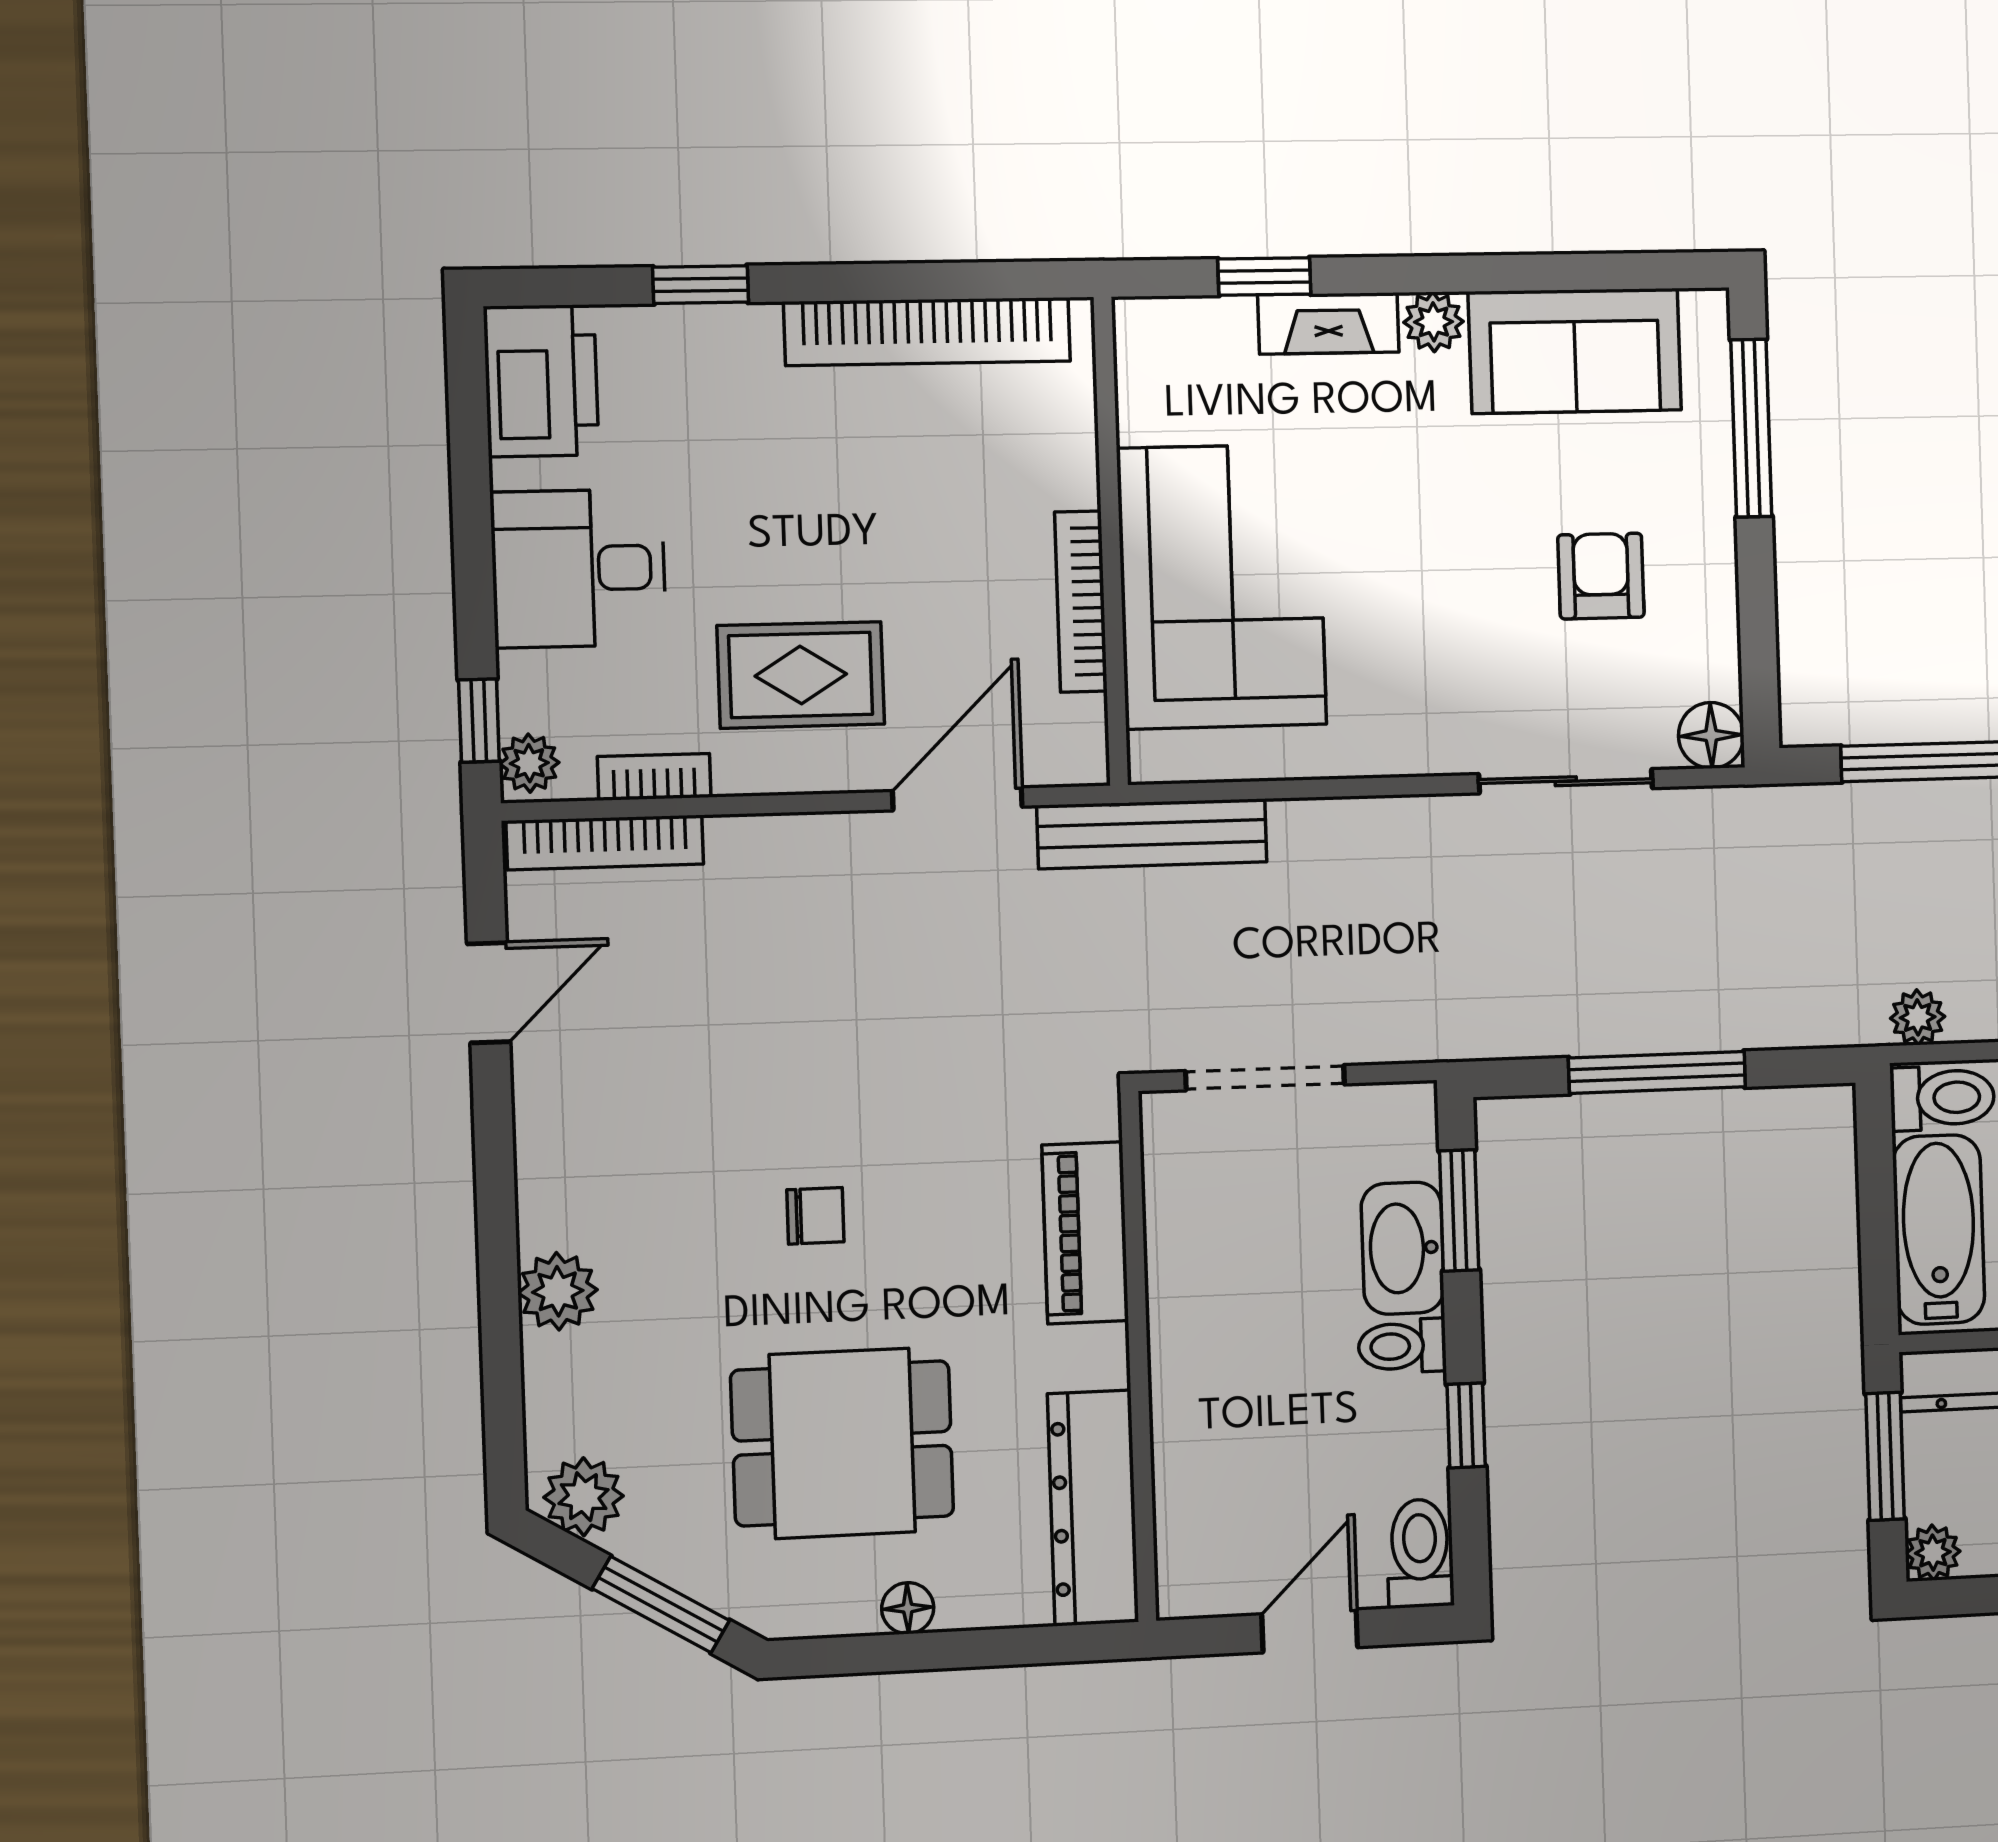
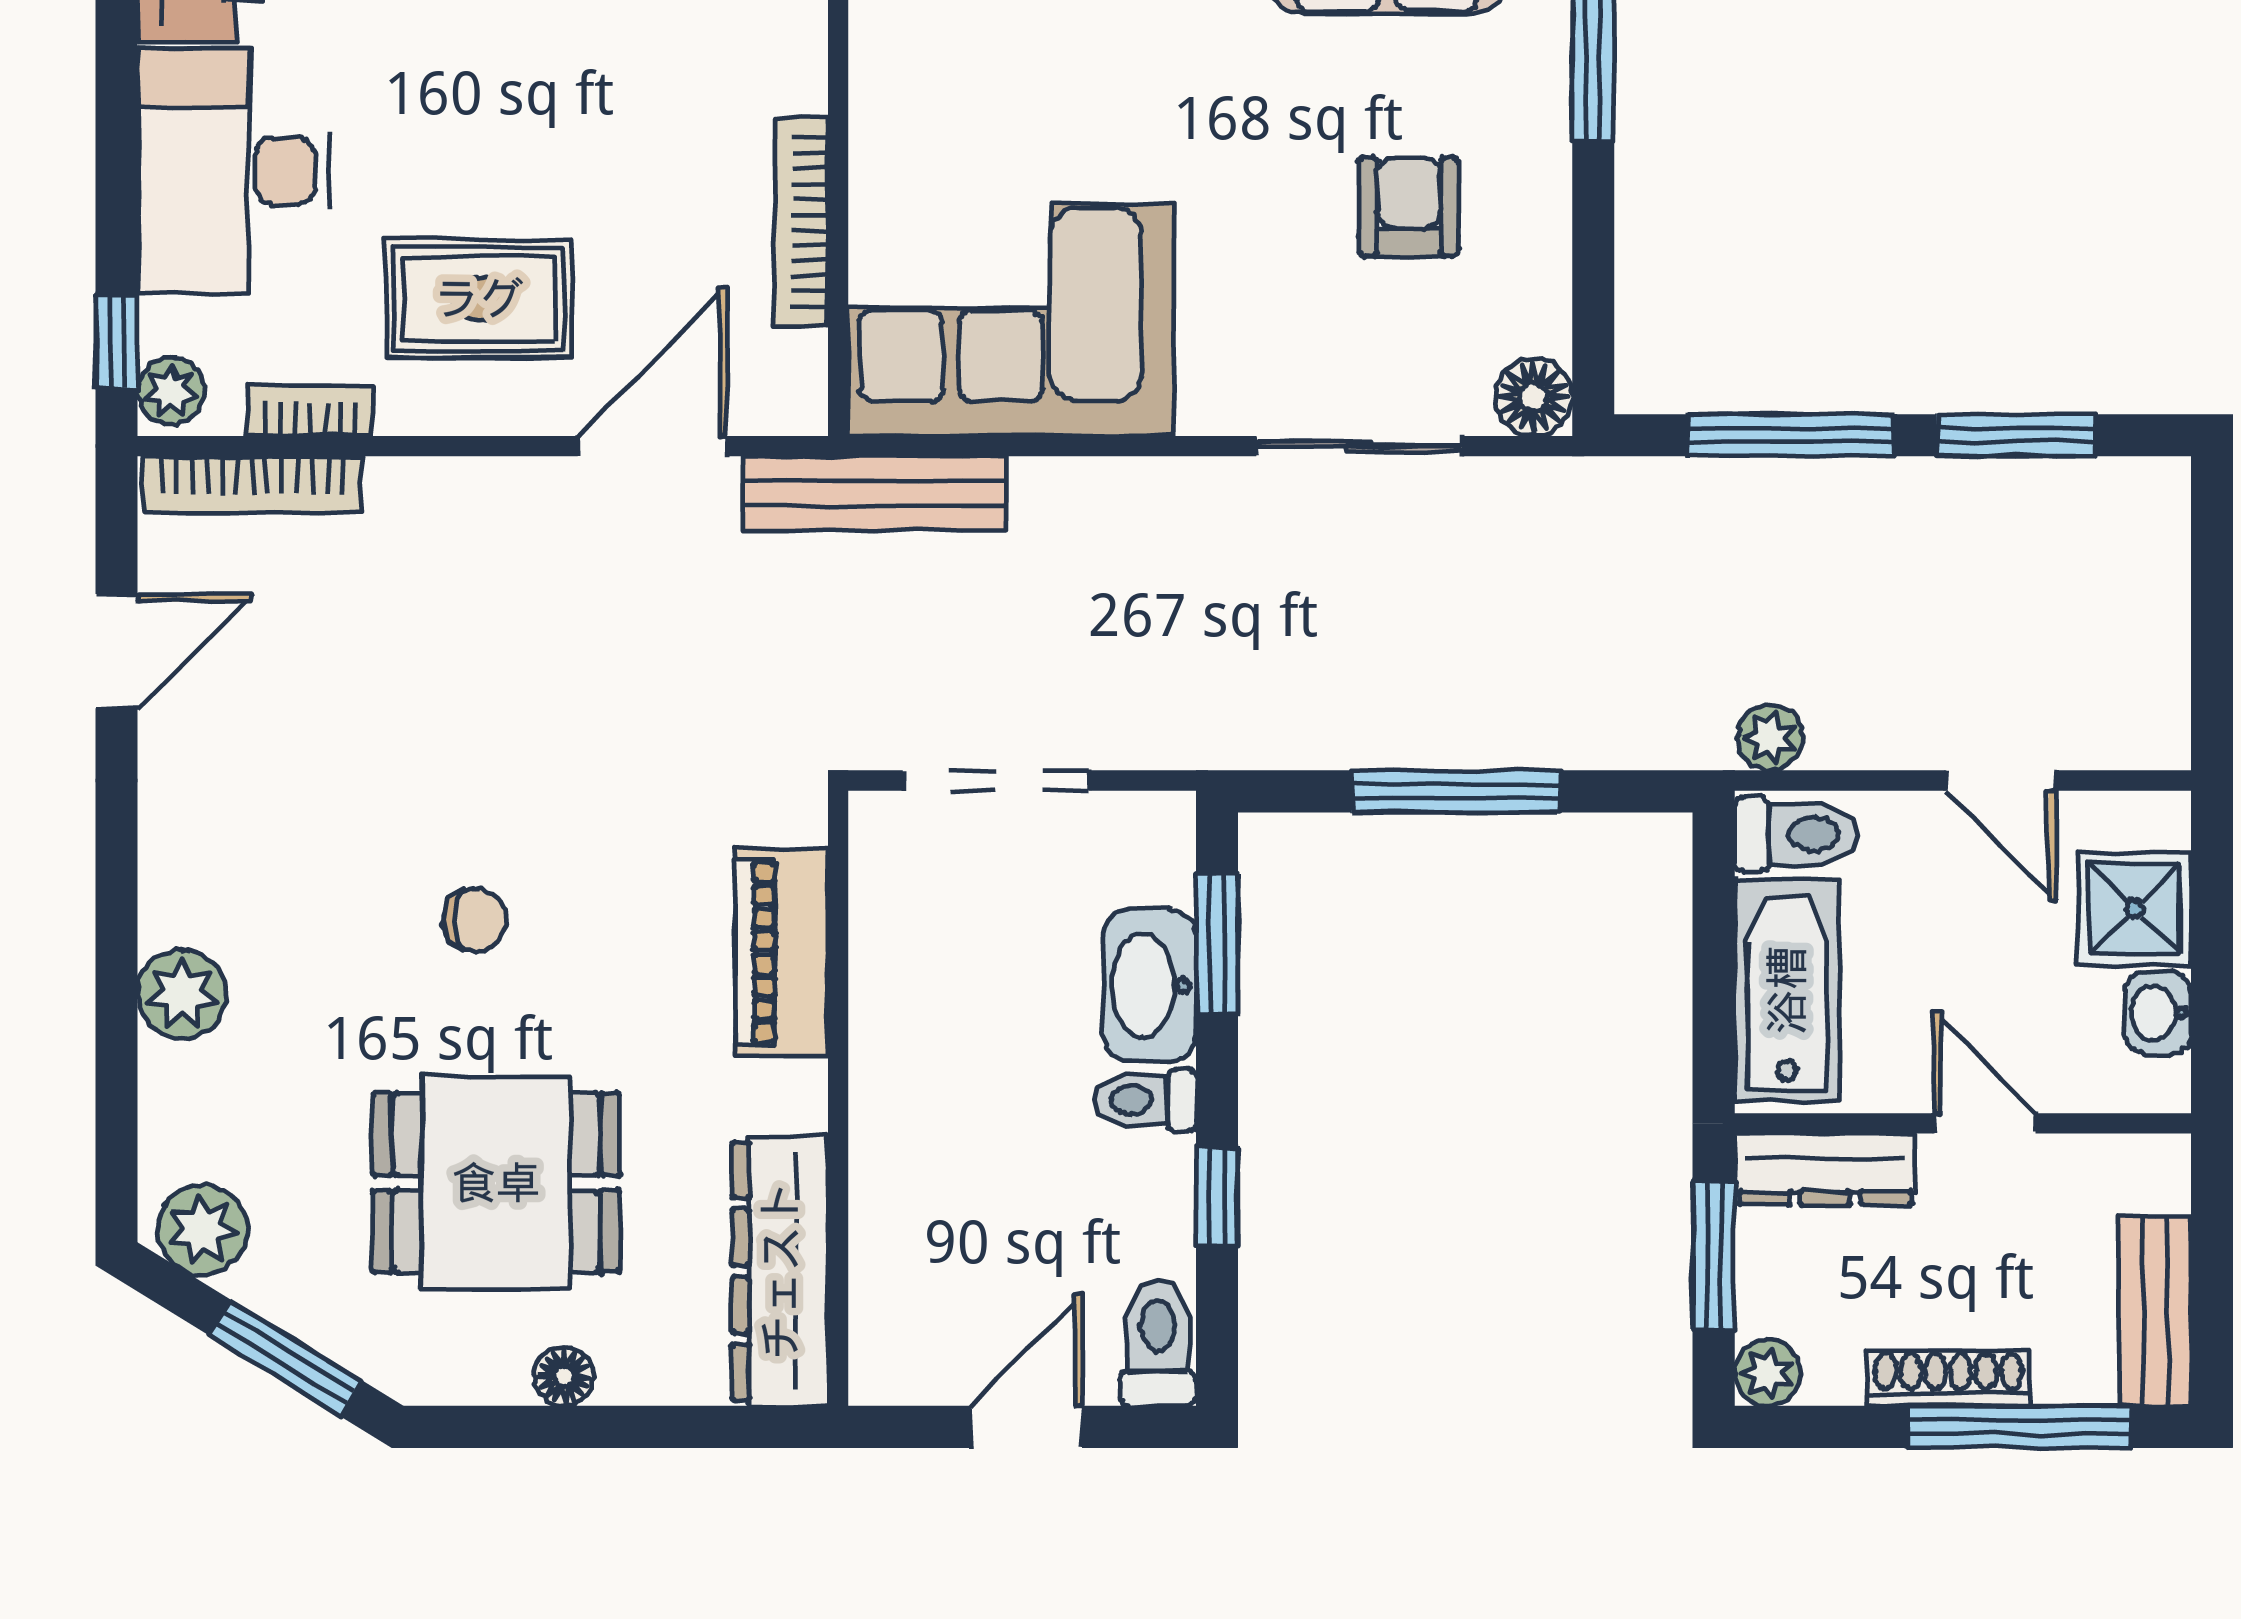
desk: (578, 568) -> (233, 171), width x1.37
corner sofa: (1222, 587) -> (1011, 320), moved, turned -90

